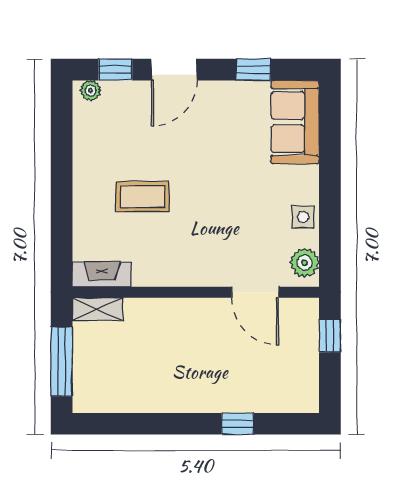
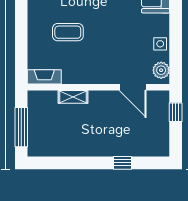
shelving: (98, 309) -> (73, 97), moved

